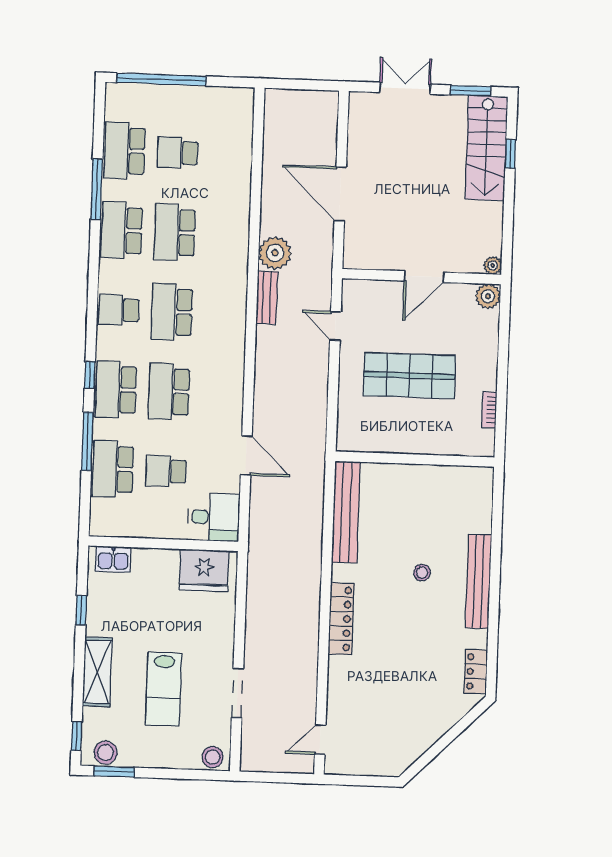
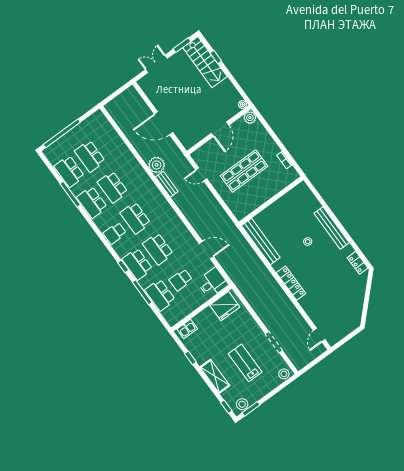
school desk: (178, 153) -> (90, 156), width x1.85
lab bench: (164, 689) -> (245, 363), turned 180

